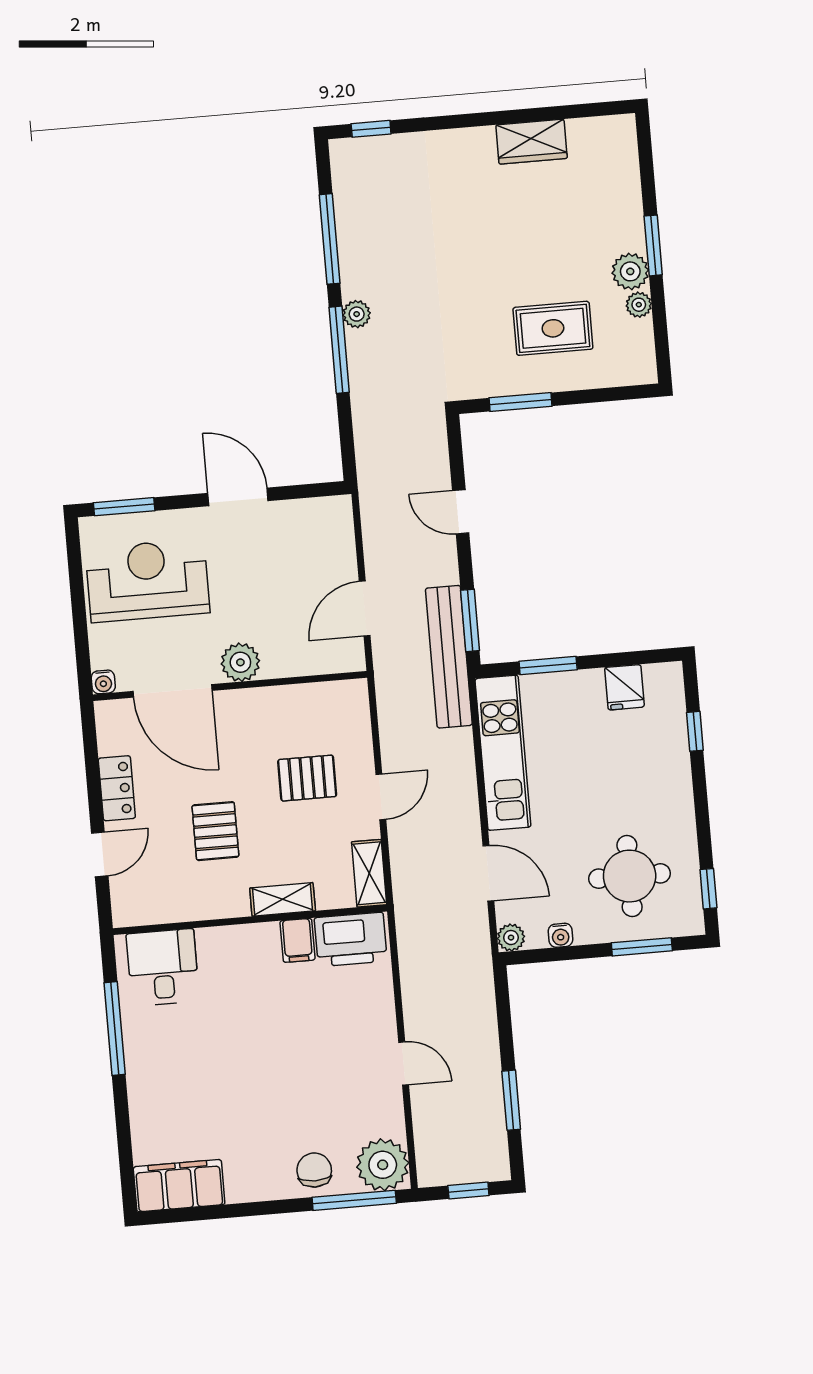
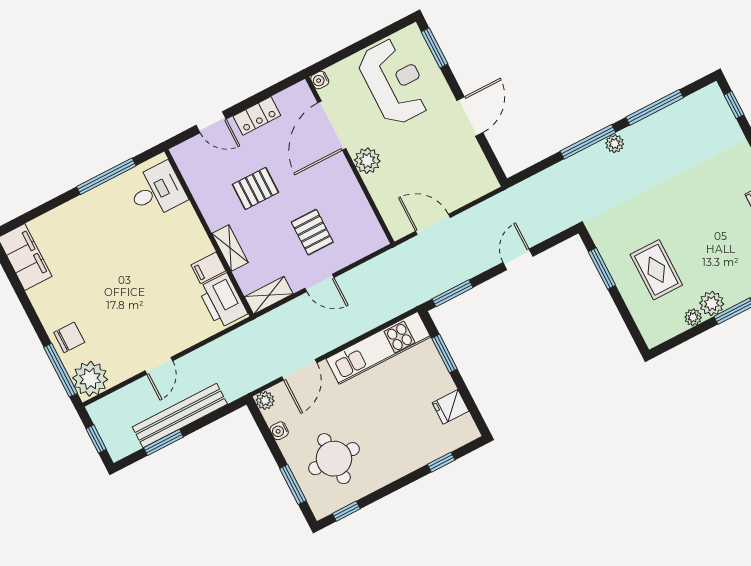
bench: (449, 657) -> (180, 416), moved

